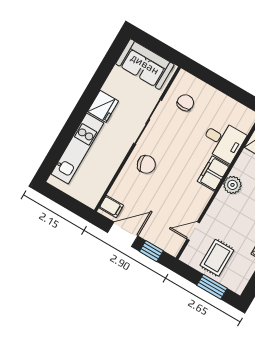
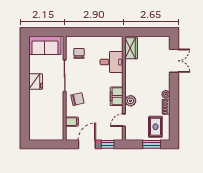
kitchen unit: (77, 148) -> (35, 112), removed
filing cabinet: (213, 174) -> (117, 96), moved
plant: (232, 185) -> (131, 101), moved
filing cabinet: (111, 207) -> (72, 122), moved
rug: (217, 258) -> (155, 127), moved

